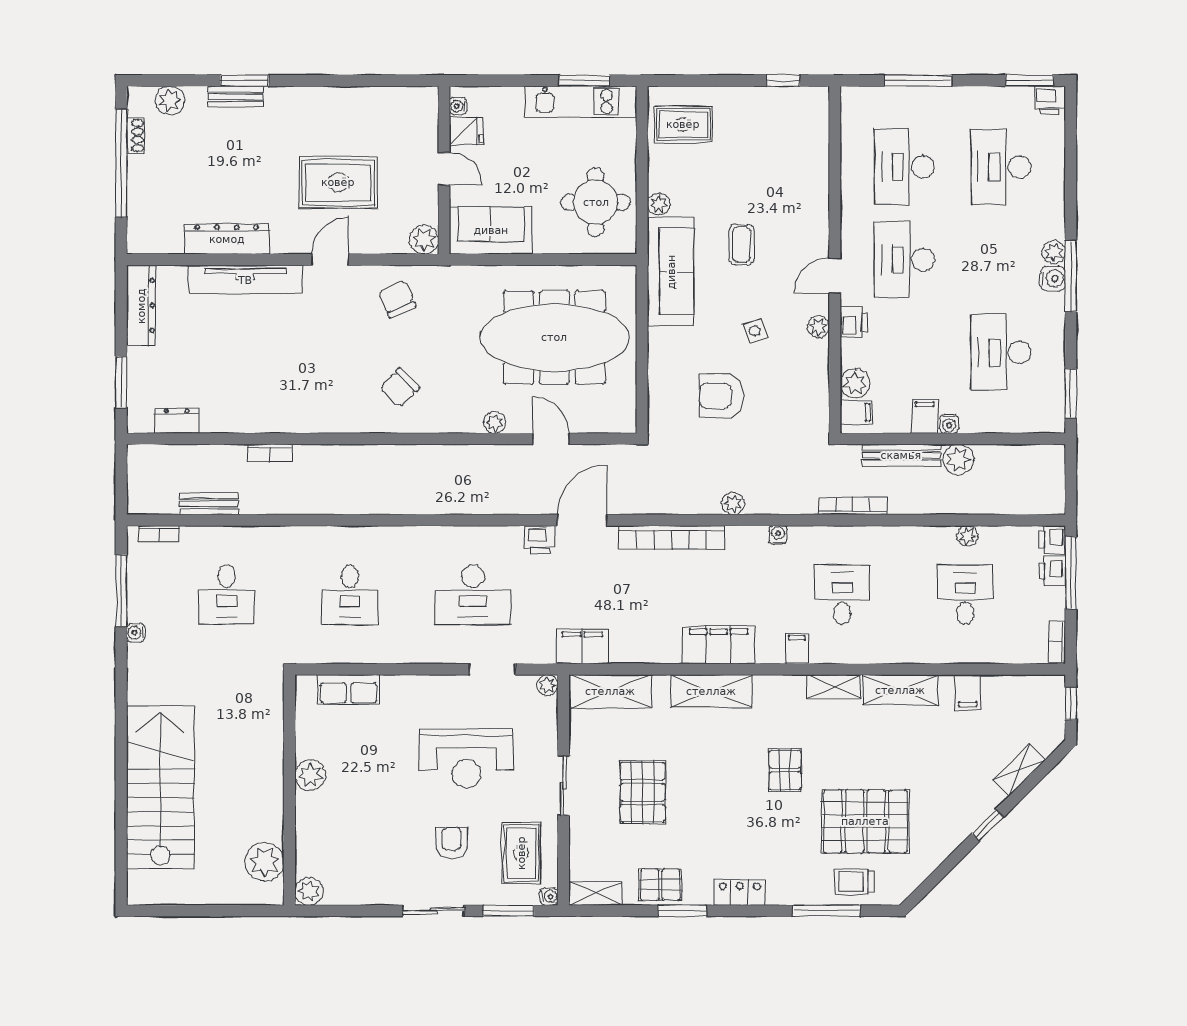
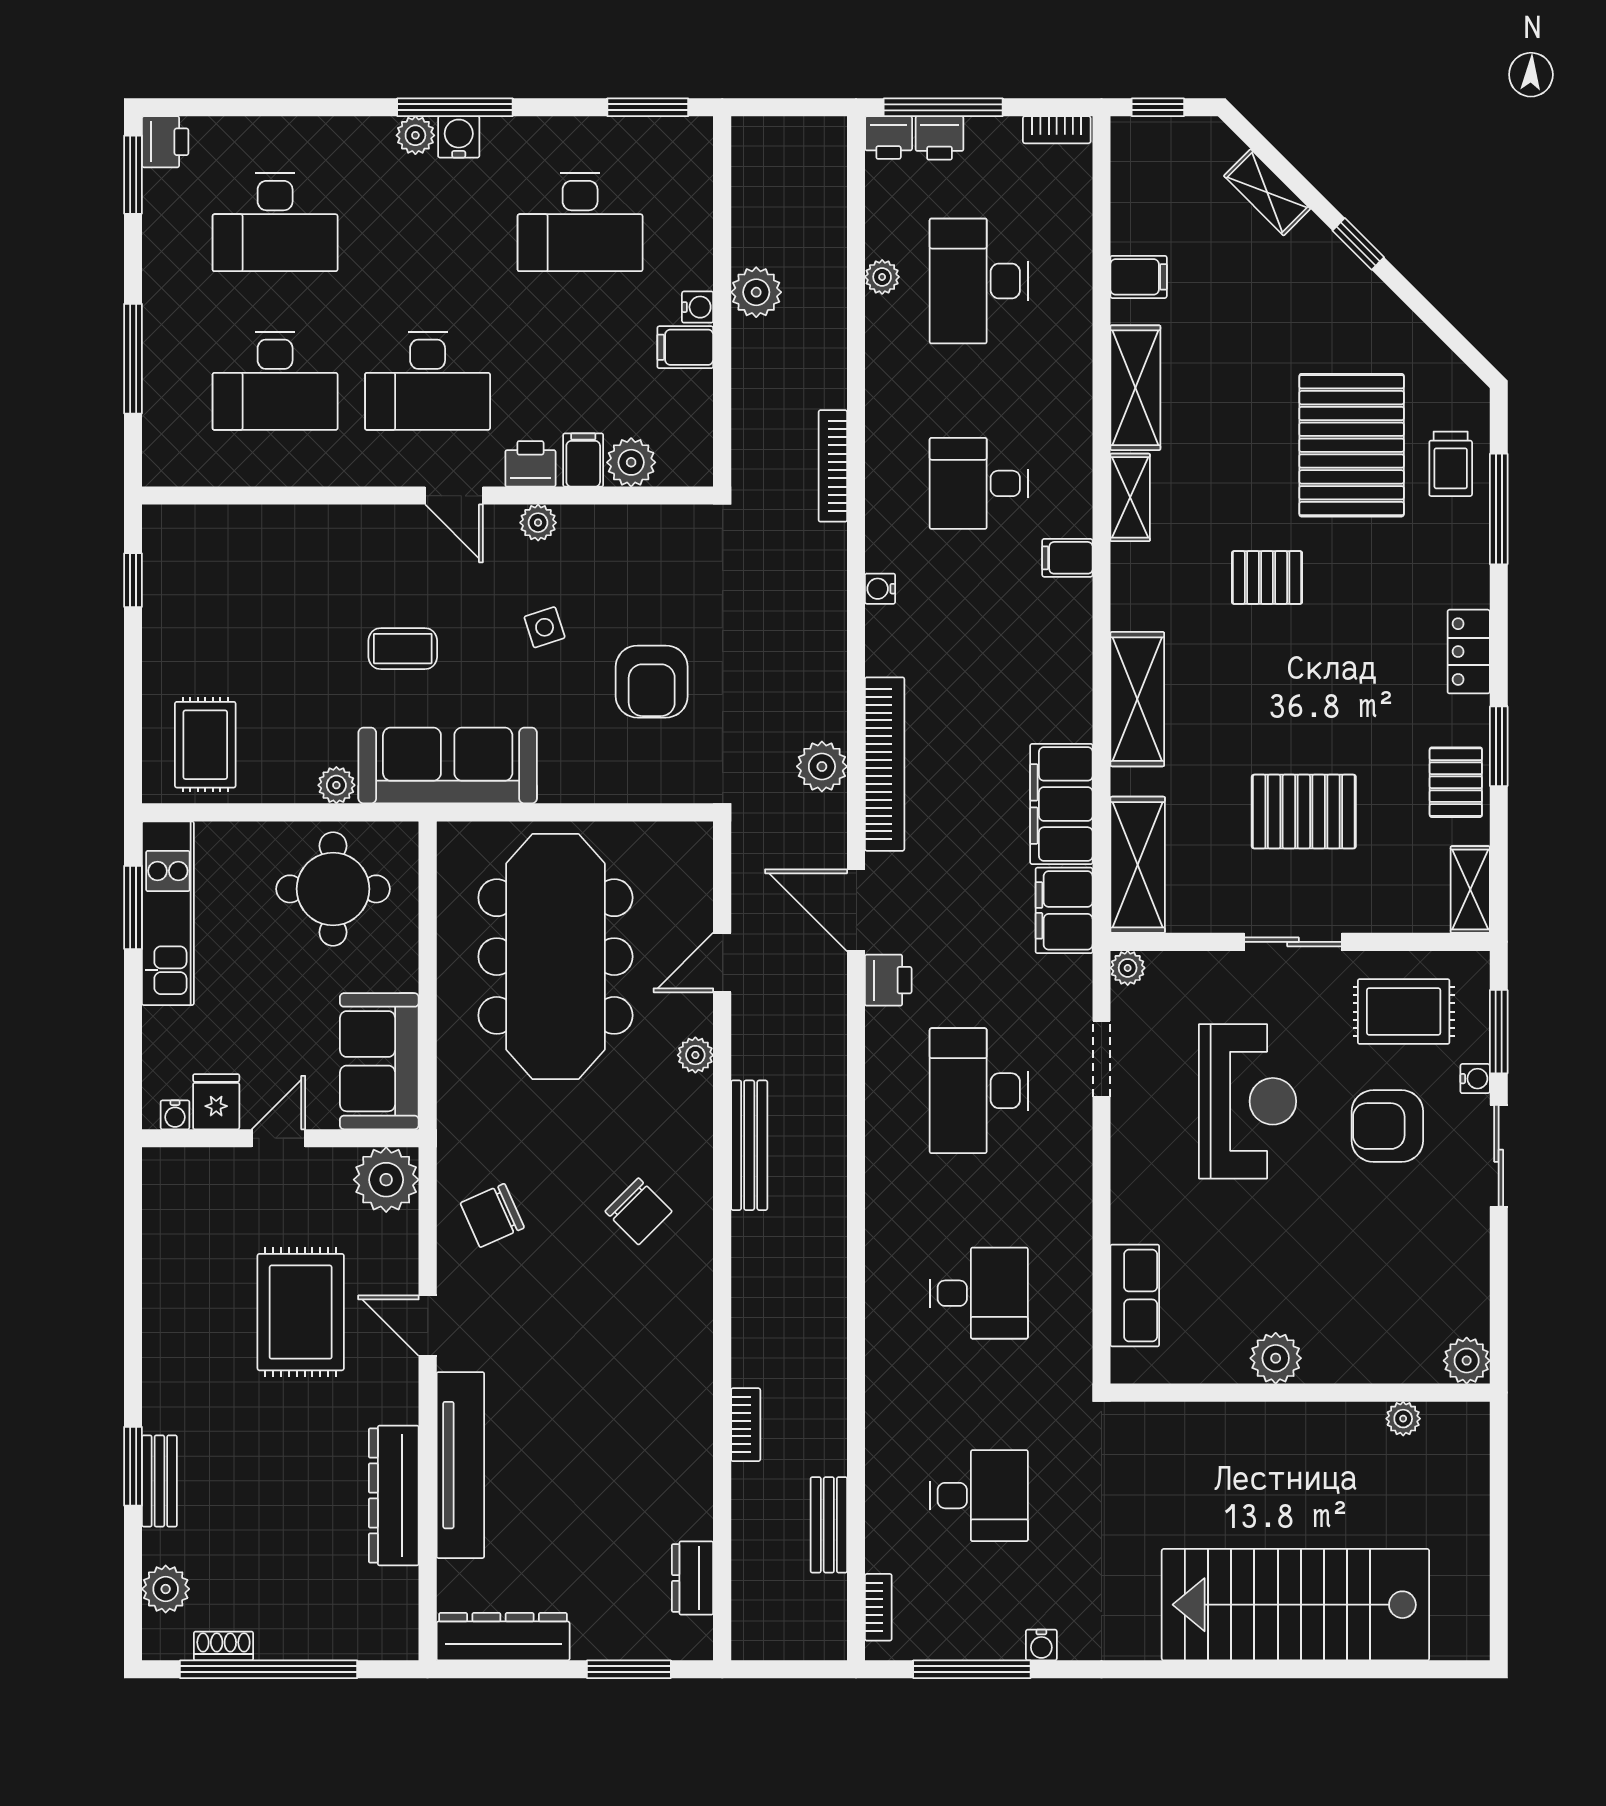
plant: (424, 240) -> (386, 1180), width x1.36, depth x1.36
filing cabinet: (856, 412) -> (583, 460), moved
bench: (901, 455) -> (749, 1145), moved
plant: (733, 504) -> (822, 766), moved, width x1.38, depth x1.38
desk: (473, 595) -> (979, 1091), turned 180
desk: (965, 595) -> (979, 281), width x1.37
filing cabinet: (719, 645) -> (1061, 804), moved
armchair: (451, 843) -> (1387, 1126), width x1.38, depth x1.38
plant: (264, 862) -> (1403, 1419), width x0.53, depth x0.53
water cooler: (549, 896) -> (1475, 1079), moved, turned 90

